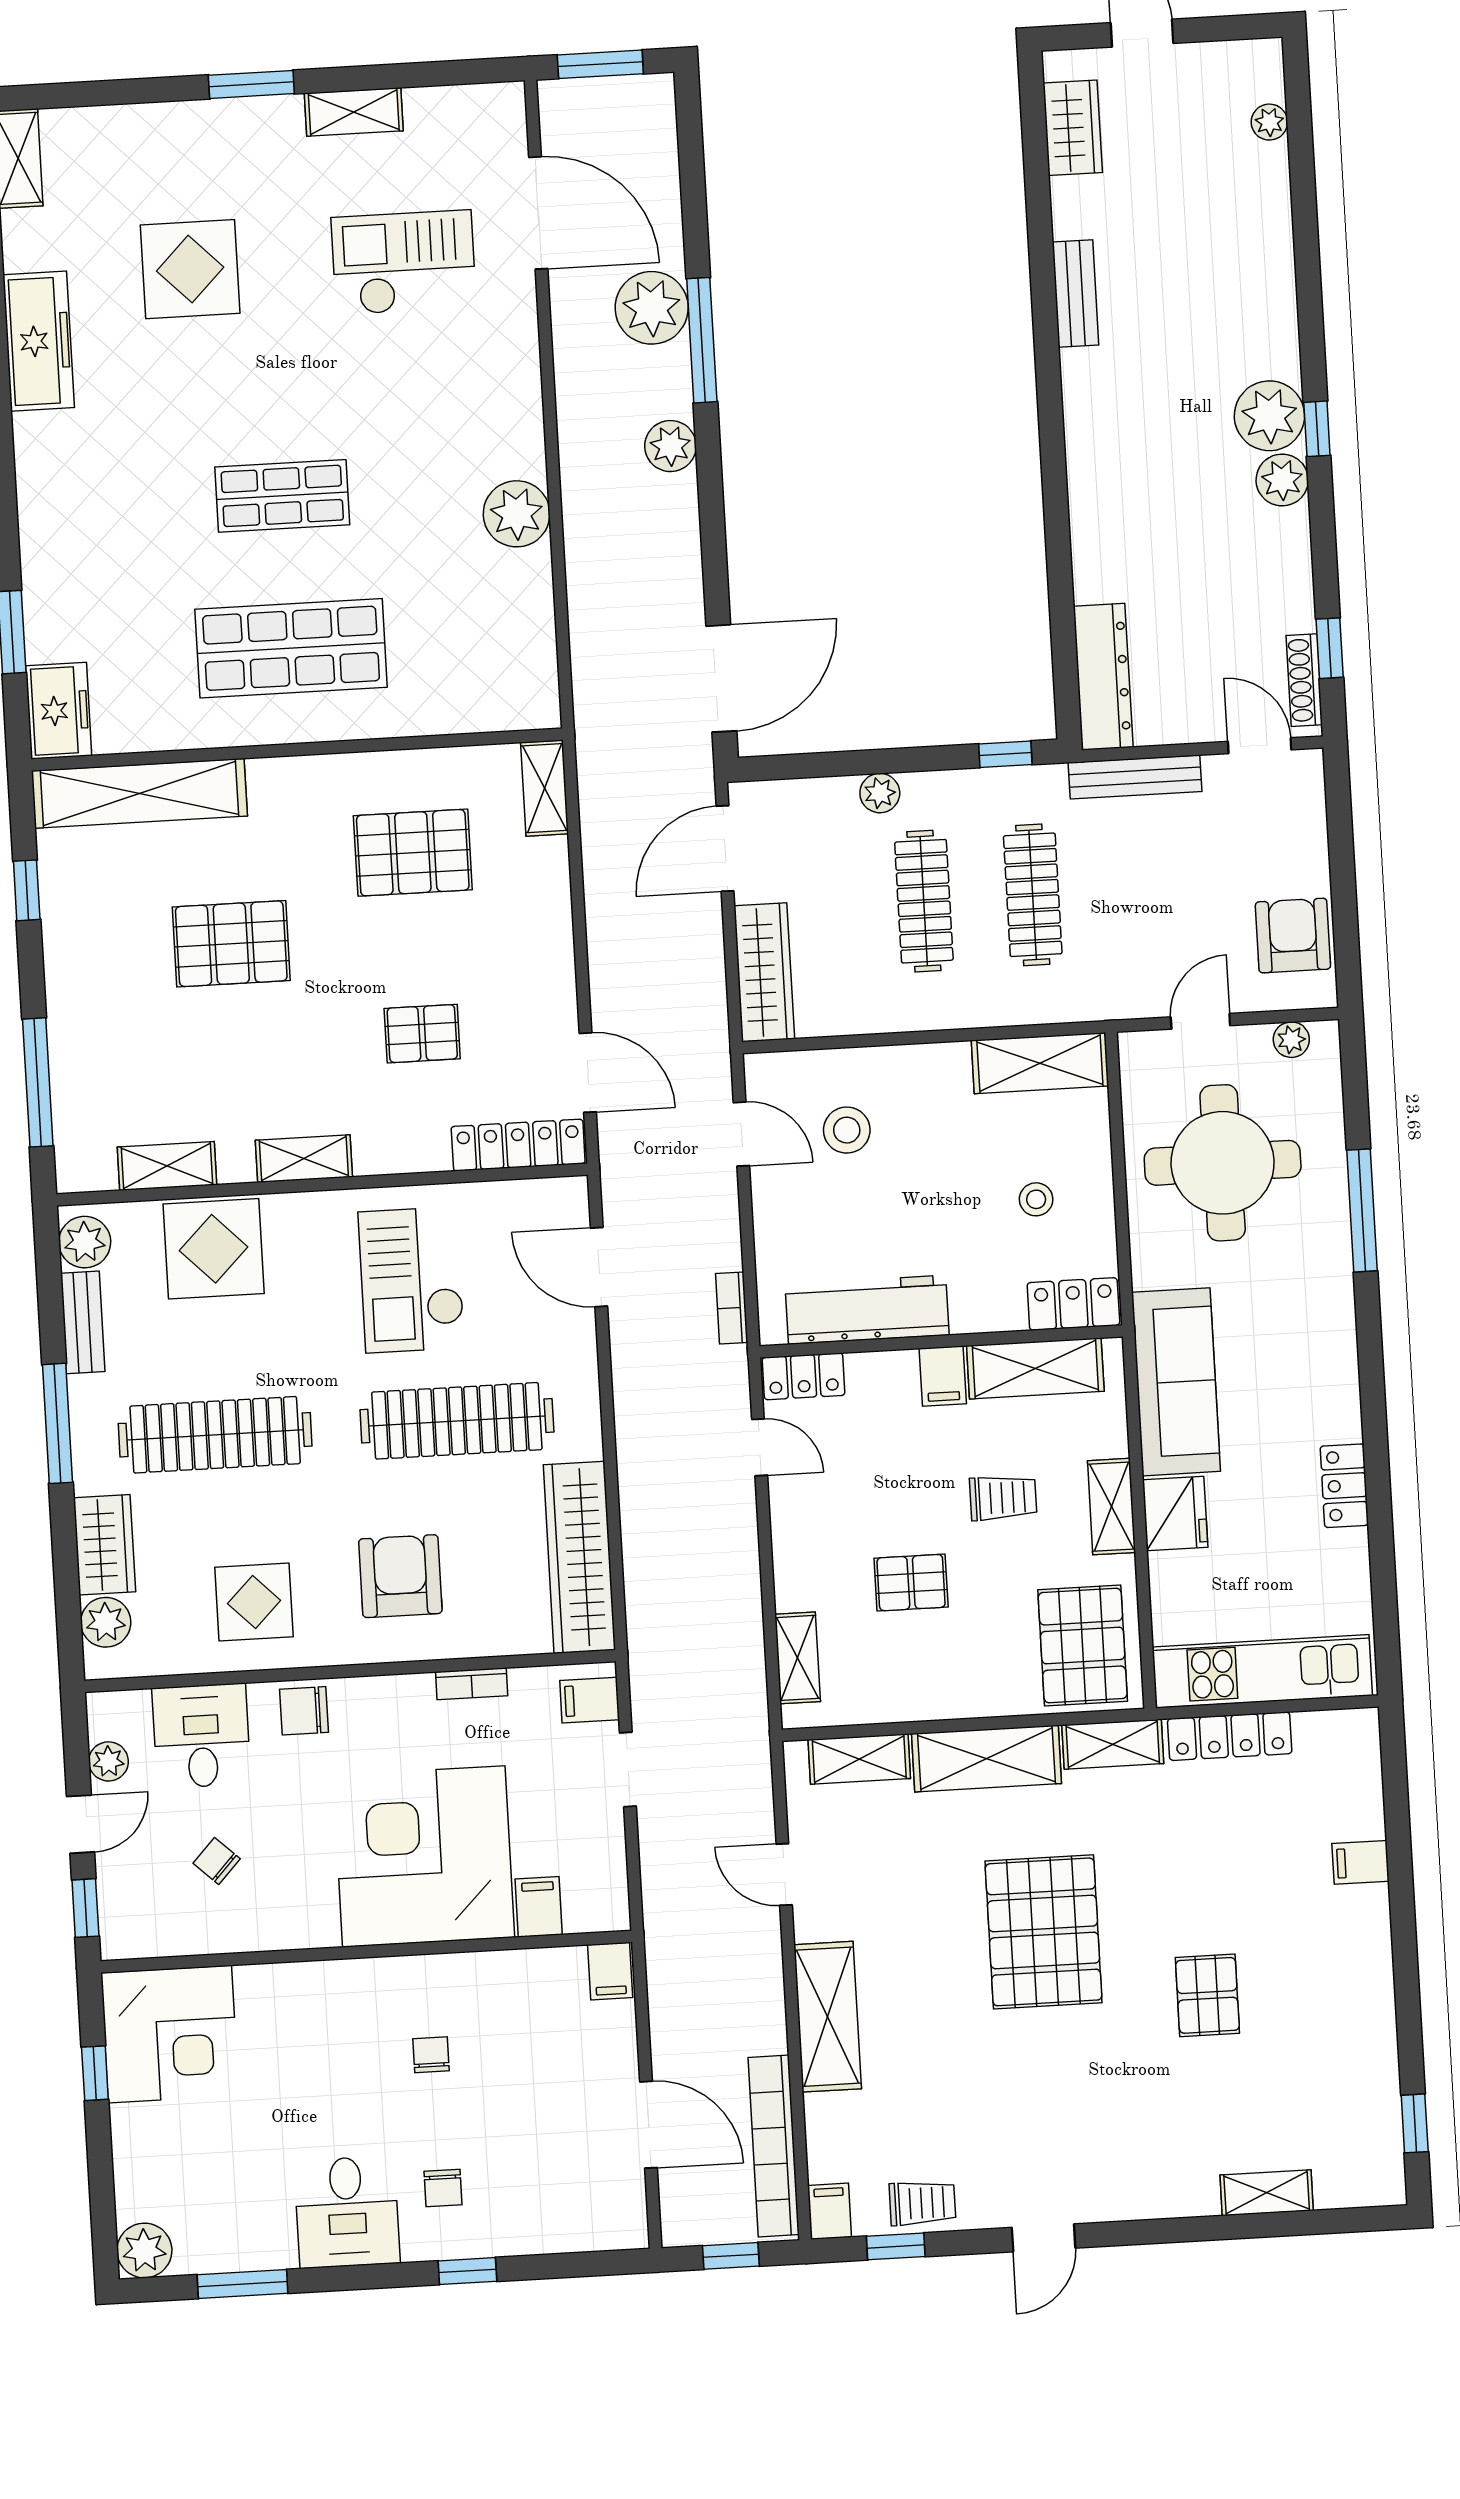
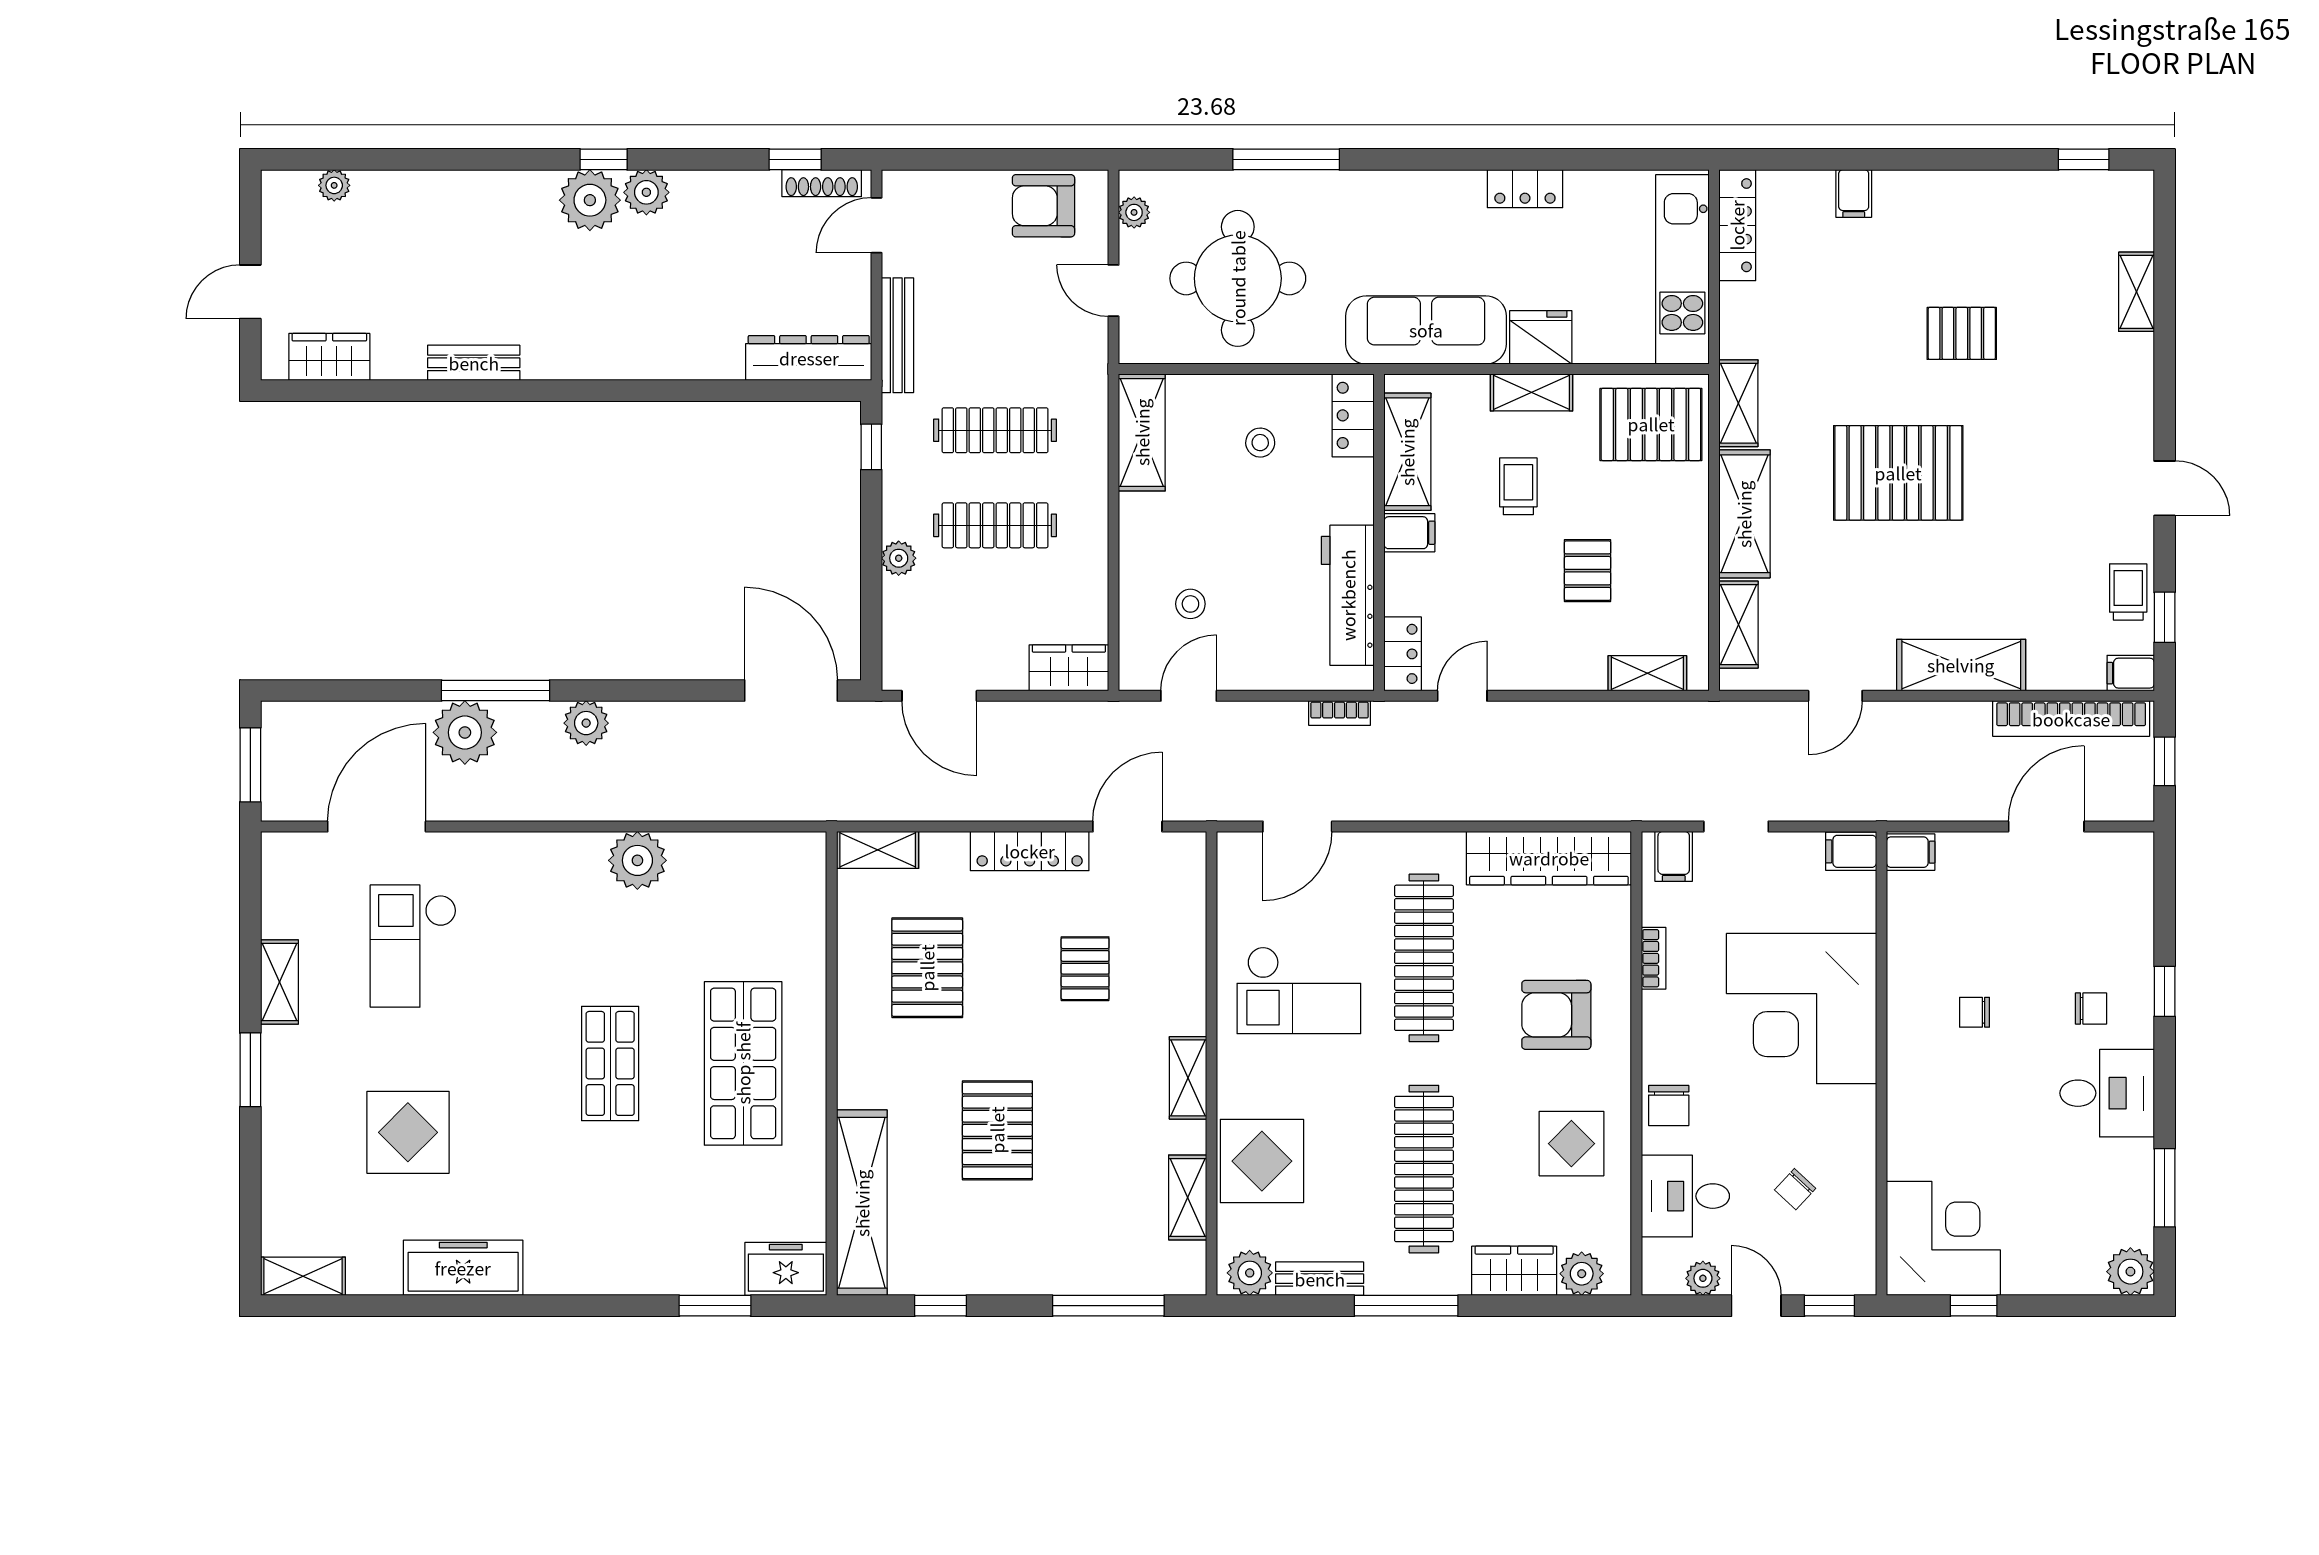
wardrobe: (764, 972) -> (1069, 668), width x0.67
stool: (847, 1130) -> (1190, 604), width x0.73, depth x0.73
locker: (518, 1145) -> (1030, 851), moved, turned -90
locker: (1230, 1736) -> (1737, 225), moved
filing cabinet: (539, 1907) -> (1851, 851), moved

